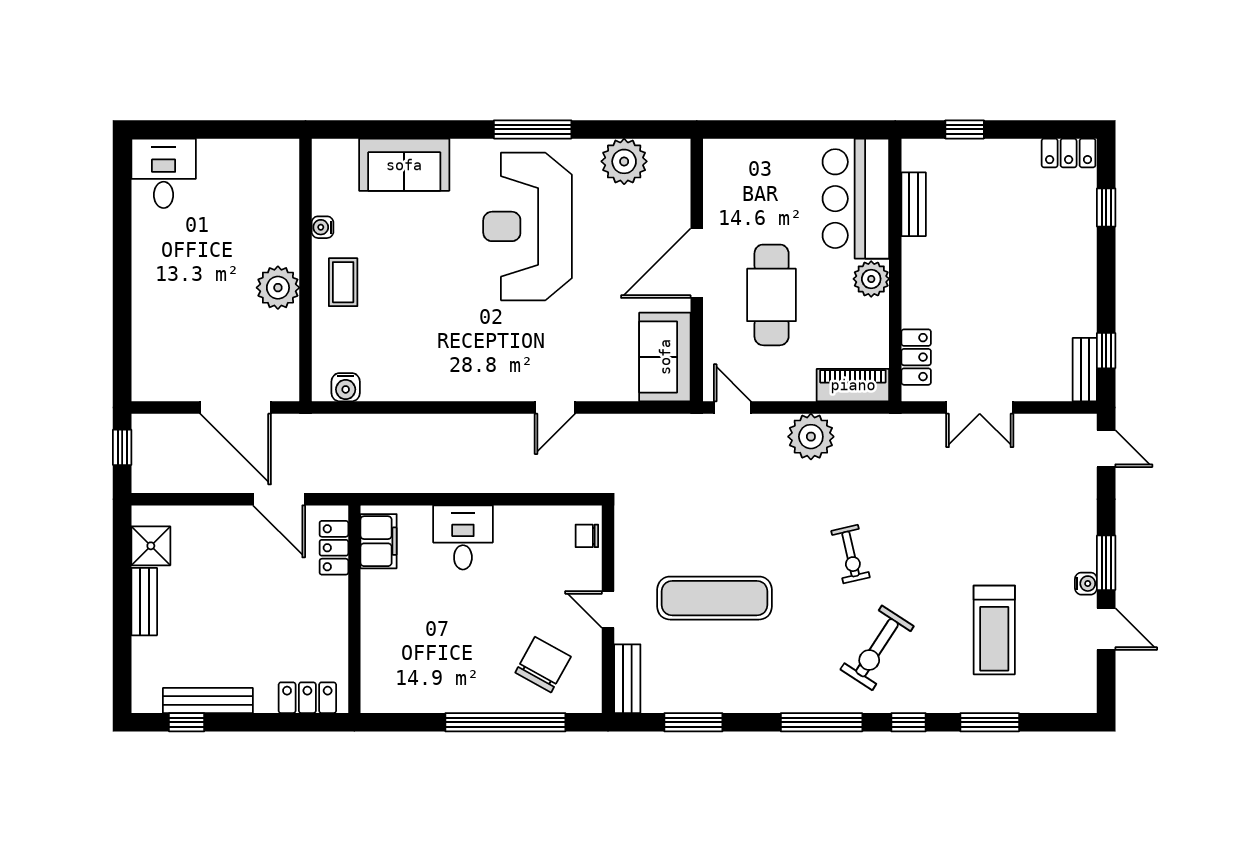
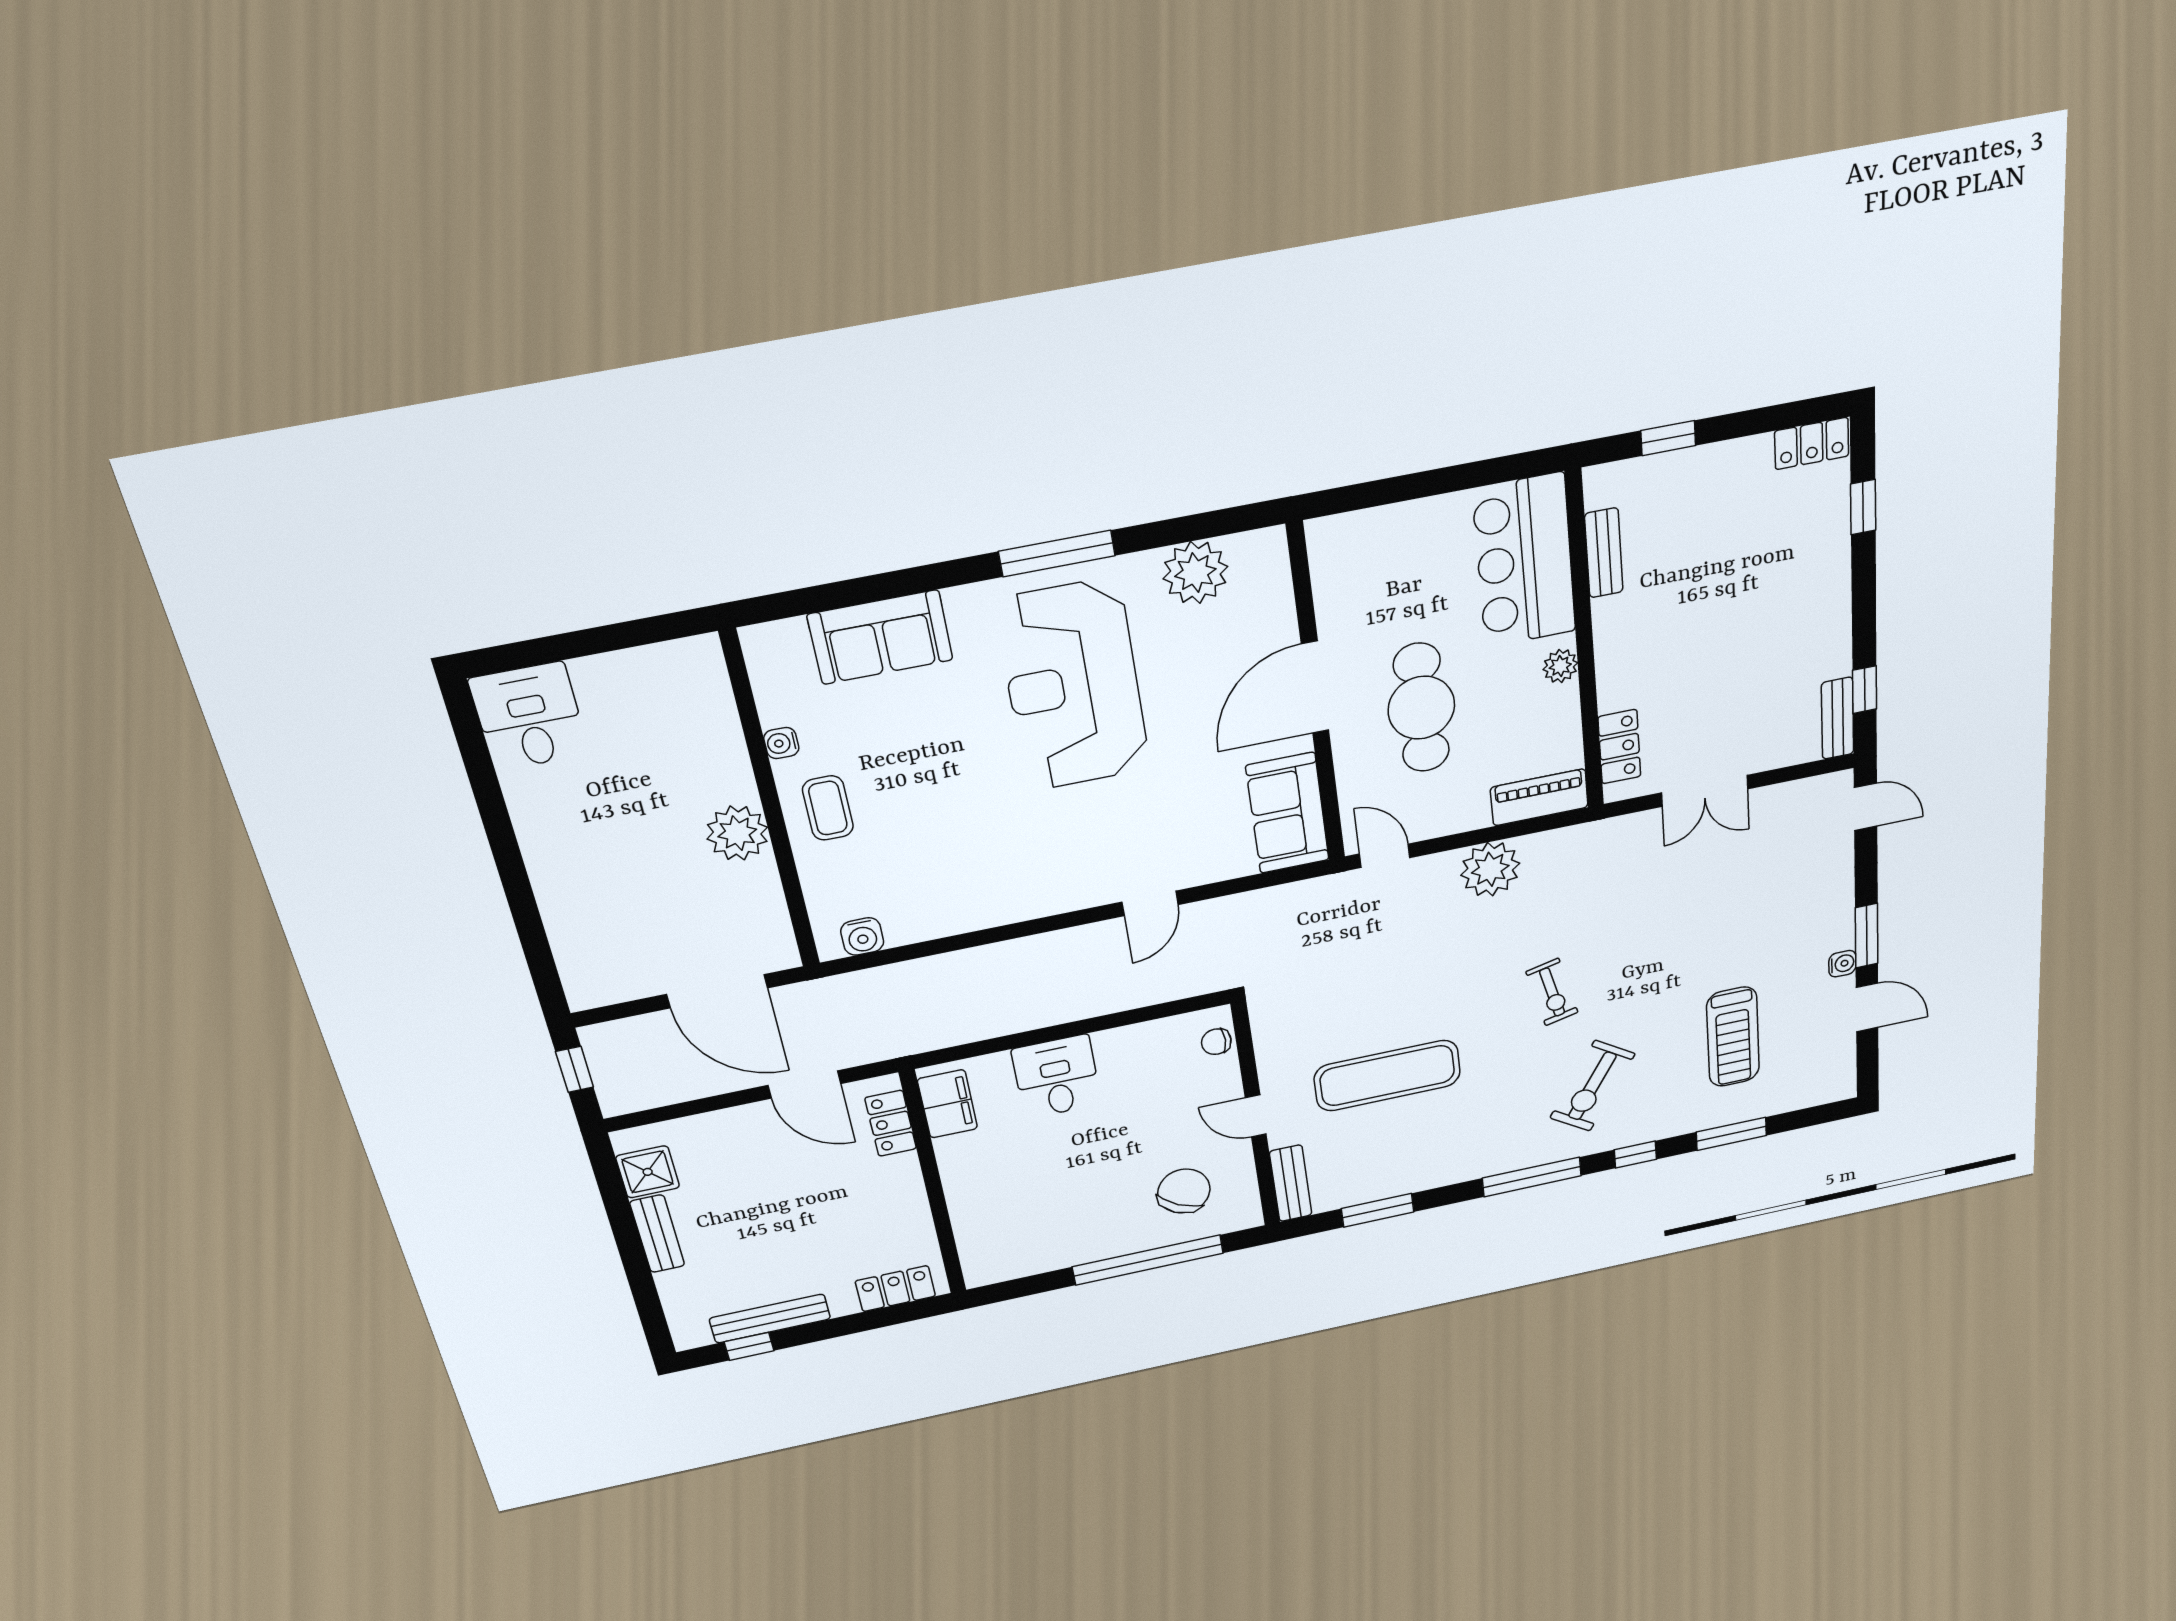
plant: (871, 279) -> (1560, 666), width x0.73, depth x0.73

